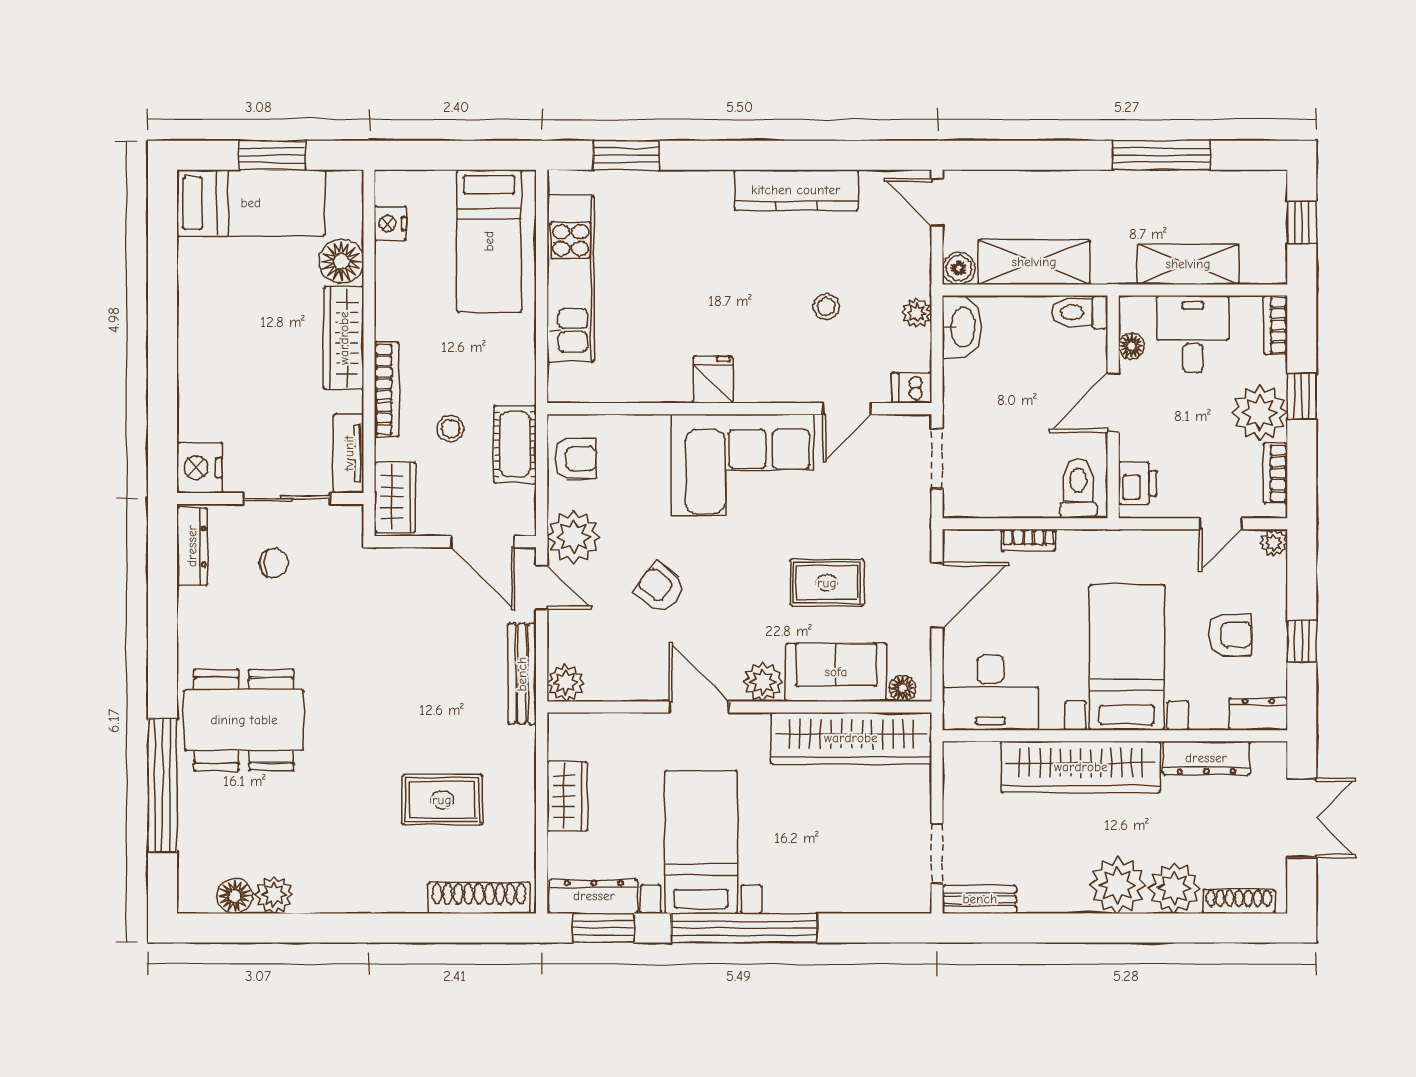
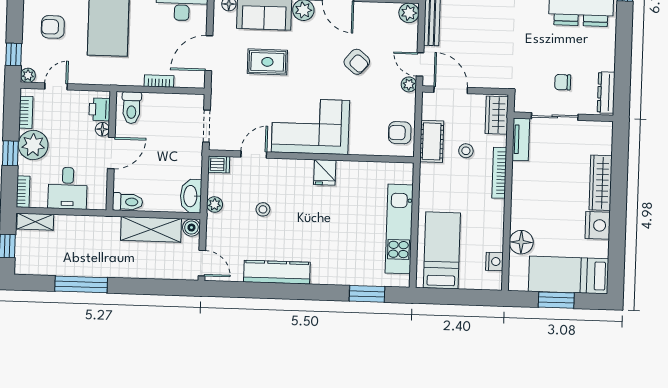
shelving: (1188, 264) -> (35, 222), moved, width x0.67, depth x0.75
wardrobe: (344, 338) -> (601, 183), moved, turned 180
floor lamp: (1131, 346) -> (102, 129), moved
nightstand: (200, 468) -> (598, 225), moved
plant: (574, 537) -> (409, 84), width x0.53, depth x0.53
window: (1302, 641) -> (14, 54), moved

